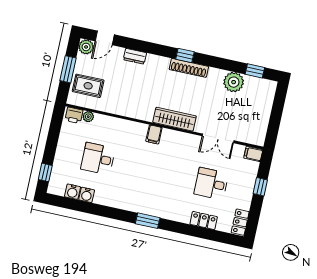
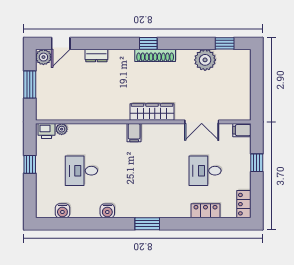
rug: (88, 86) -> (54, 97), removed
window: (45, 172) -> (30, 164), moved
water cooler: (87, 195) -> (107, 211), moved

